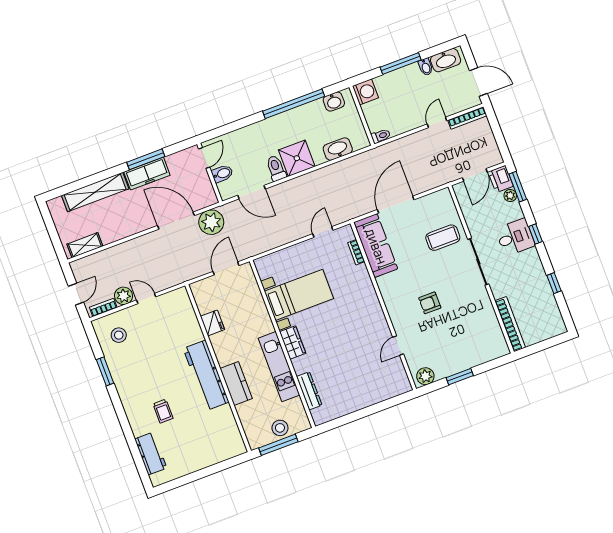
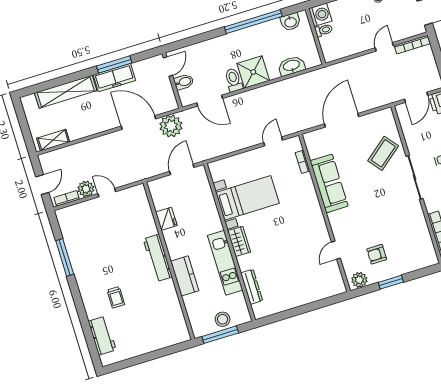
toilet: (381, 136) -> (324, 30), moved
coffee table: (443, 238) -> (383, 153), turned -39
sofa: (376, 246) -> (329, 183), moved
armchair: (430, 303) -> (377, 254), moved
stool: (119, 335) -> (79, 225), removed
window: (105, 371) -> (65, 257), width x1.44
workbench: (206, 375) -> (158, 258), width x0.73, depth x0.76

